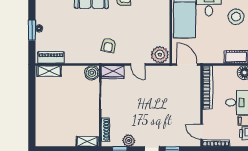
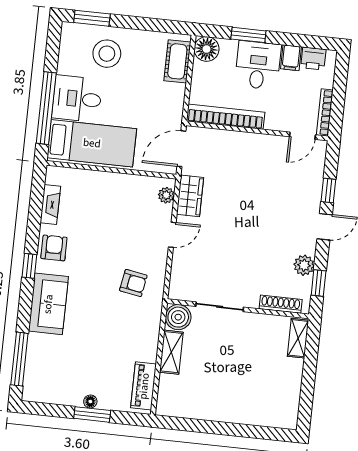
plant: (160, 55) -> (166, 195), width x0.53, depth x0.53
shelving: (49, 71) -> (171, 352), moved
wardrobe: (113, 72) -> (190, 196), moved

